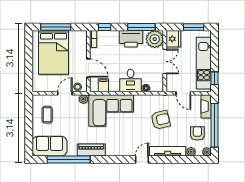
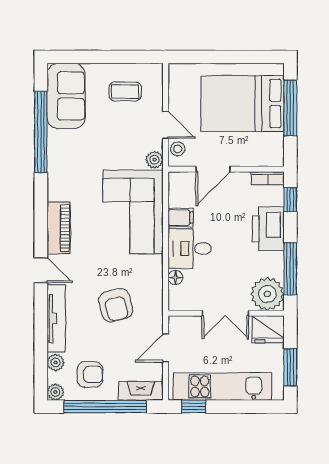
printer: (131, 39) -> (268, 229), moved
filing cabinet: (103, 85) -> (181, 218), moved
piano: (91, 150) -> (59, 228), moved

